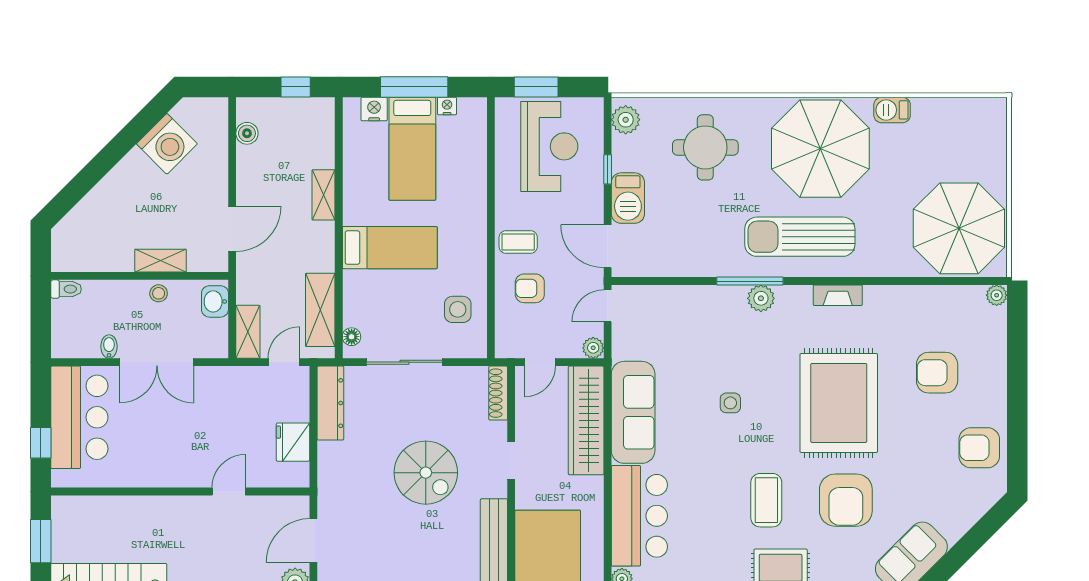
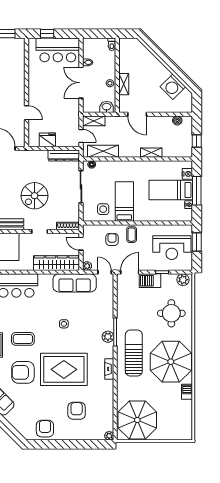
bed: (390, 248) -> (124, 202), moved, turned 180
sofa: (633, 412) -> (75, 283), moved

